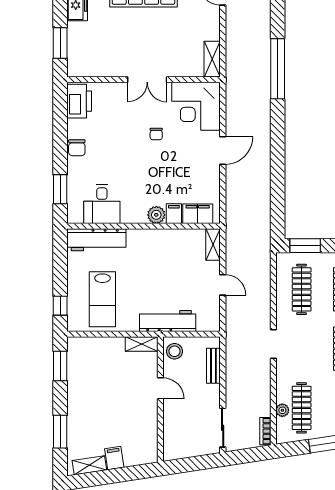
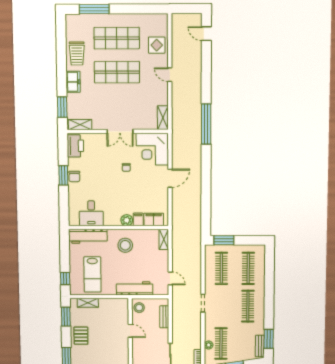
shelving: (87, 69) -> (80, 125), added
window: (60, 189) -> (63, 175), moved
stool: (154, 254) -> (125, 245), added
door: (223, 285) -> (170, 278), moved
shelving: (142, 344) -> (88, 303), moved
pallet: (83, 396) -> (81, 336), added

